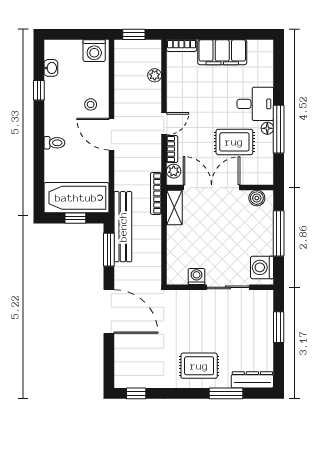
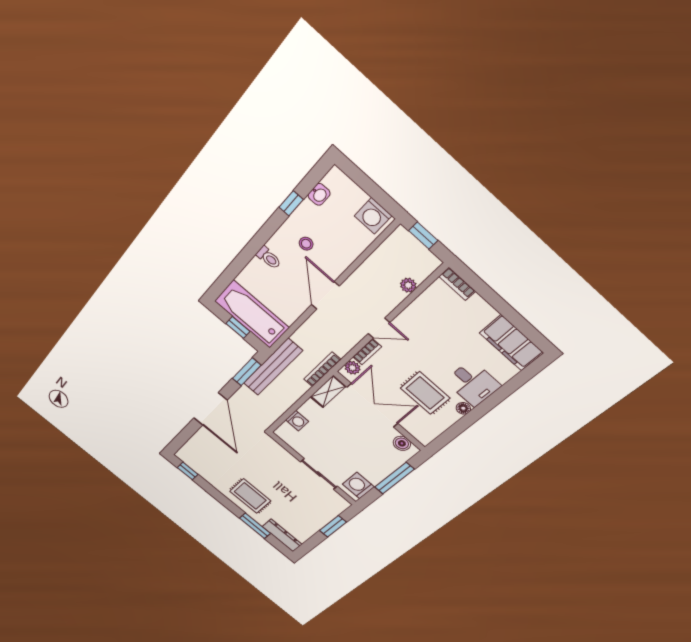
filing cabinet: (222, 52) -> (511, 343), moved
stool: (91, 104) -> (306, 244), moved
window: (279, 129) -> (472, 417), removed
washing machine: (197, 276) -> (297, 421), moved, turned 90

